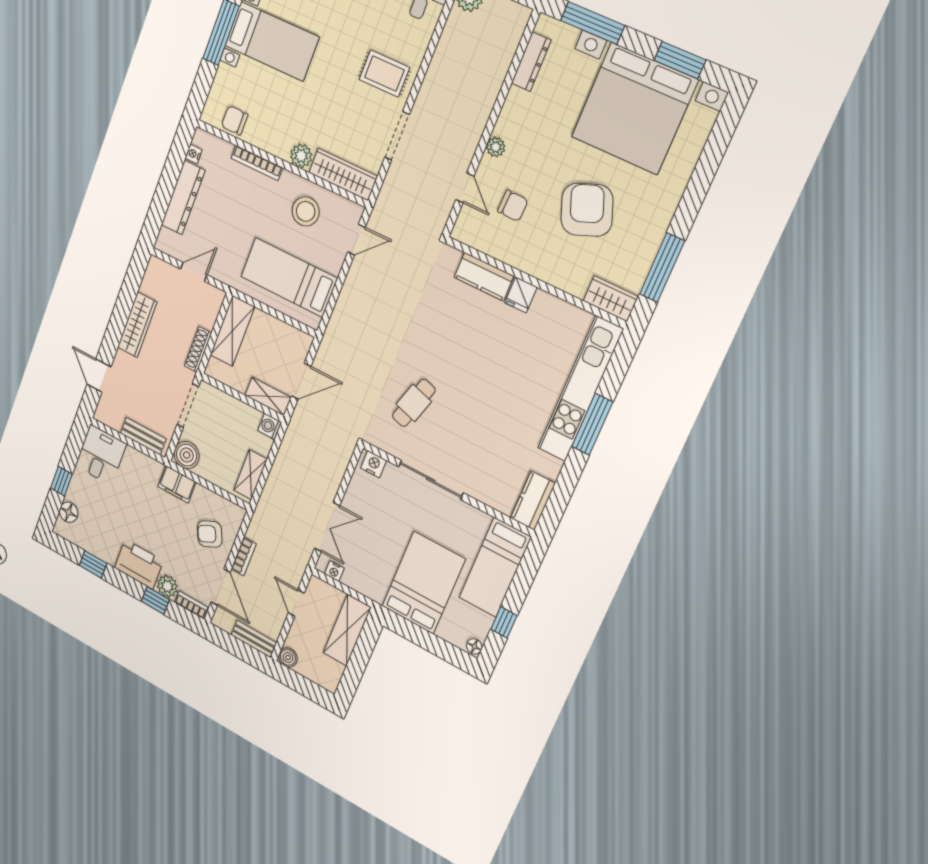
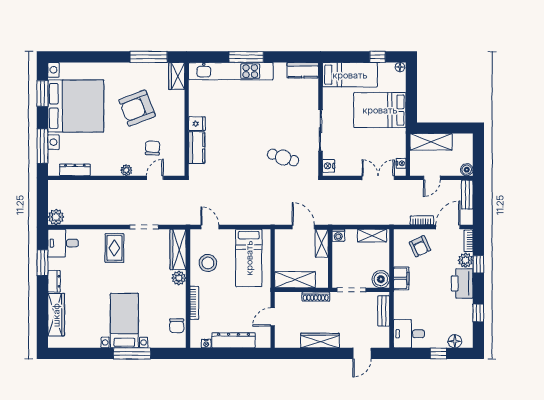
door: (194, 272) -> (273, 317), hinge flipped

